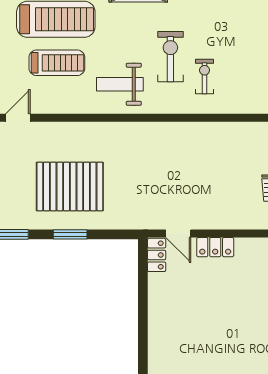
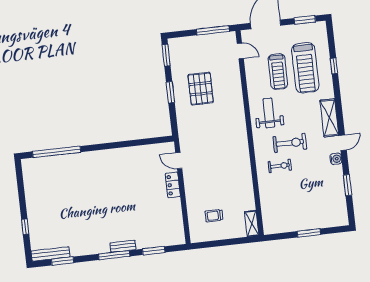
pallet: (70, 186) -> (201, 89), width x0.73, depth x0.71
door: (178, 233) -> (179, 161), hinge flipped
locker: (157, 255) -> (164, 148), removed

